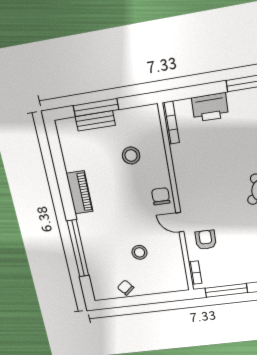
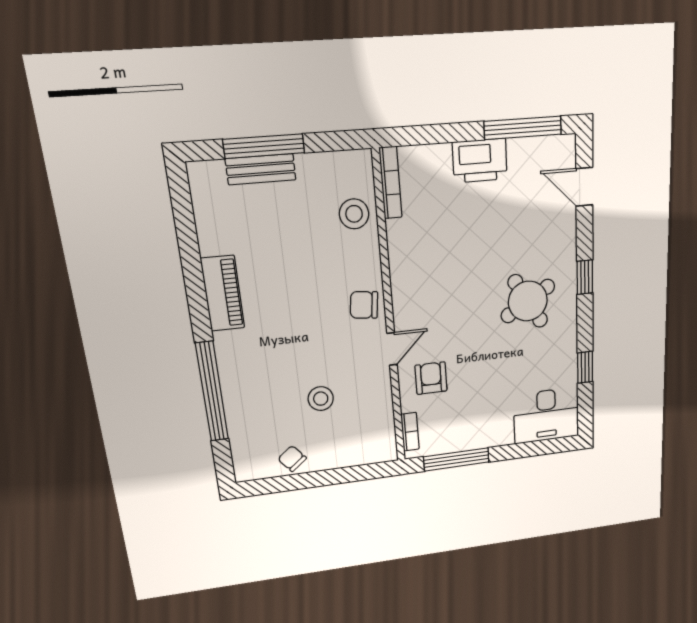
printer: (210, 107) -> (480, 161), moved
stool: (131, 156) -> (354, 214), moved
chair: (161, 196) -> (364, 305), turned -84
door: (180, 222) -> (392, 349), swing flipped

